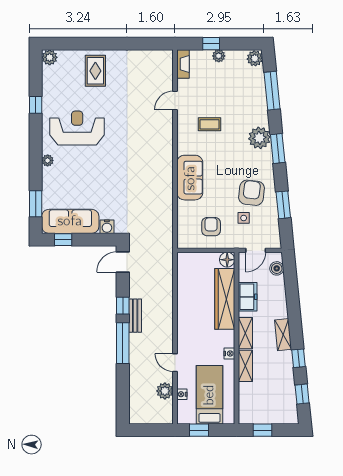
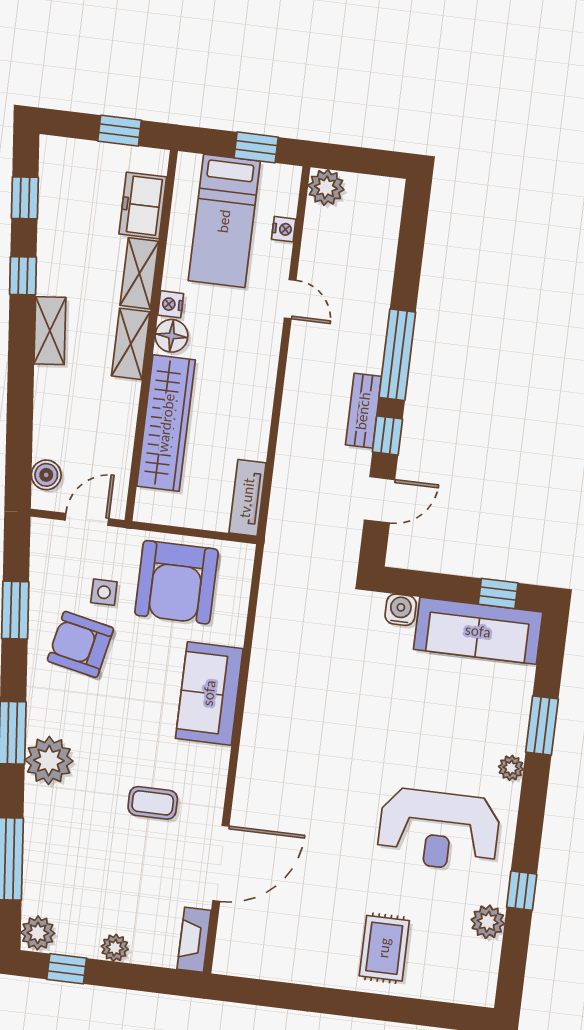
window: (211, 44) -> (67, 969), moved
plant: (50, 57) -> (488, 922), moved
door: (175, 100) -> (221, 863), width x1.88
armchair: (252, 193) -> (80, 644), turned 95
window: (36, 204) -> (542, 725), moved
armchair: (211, 227) -> (176, 582), width x1.88, depth x1.88
floor lamp: (227, 260) -> (172, 336), moved
door: (123, 262) -> (380, 500), moved
tv unit: (183, 269) -> (247, 498), added
freezer: (248, 297) -> (143, 205), moved
plant: (165, 391) -> (326, 187), moved

